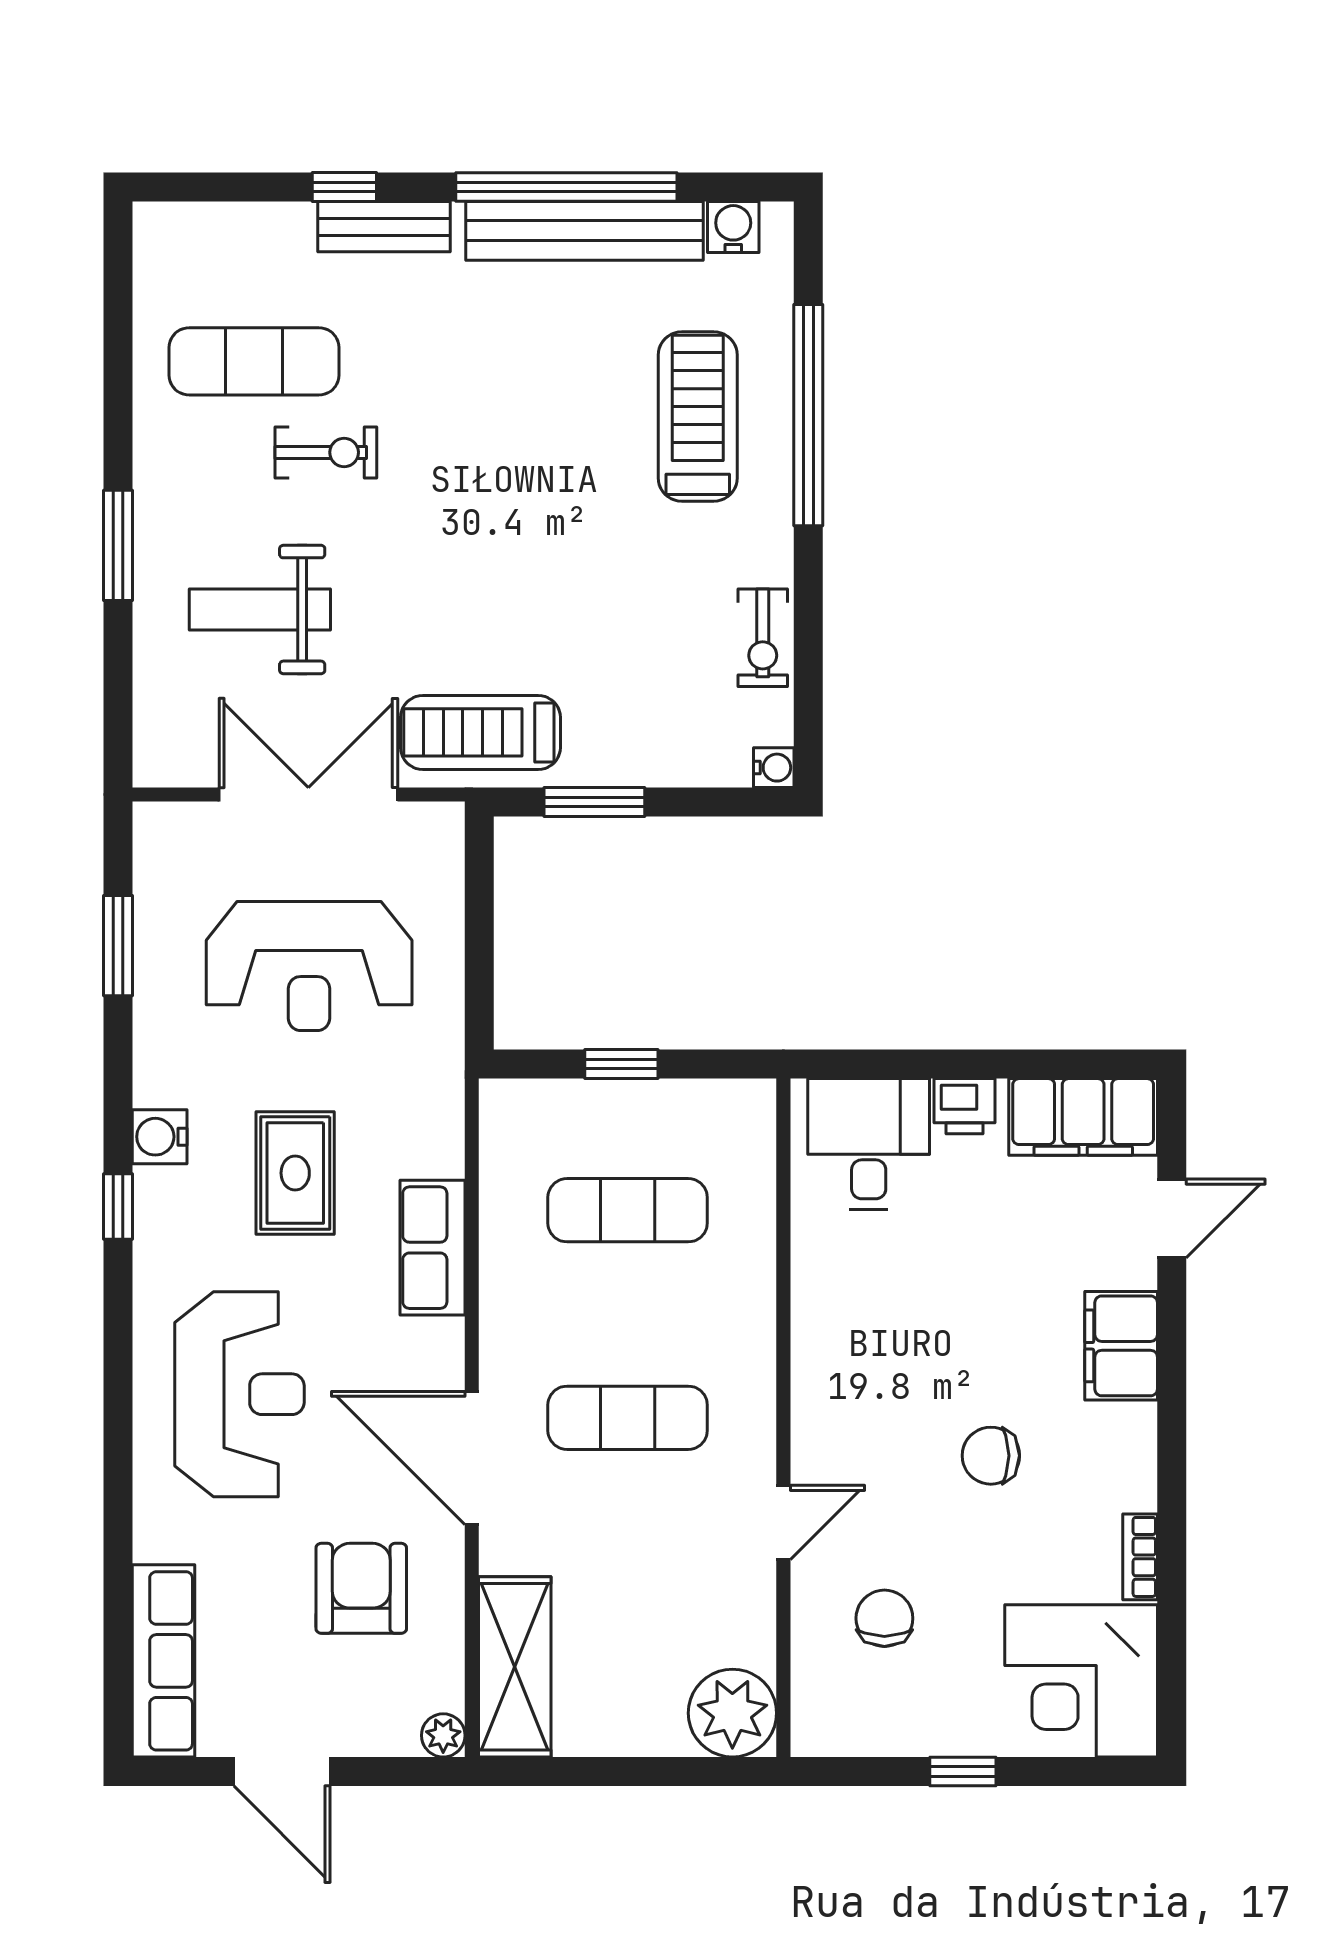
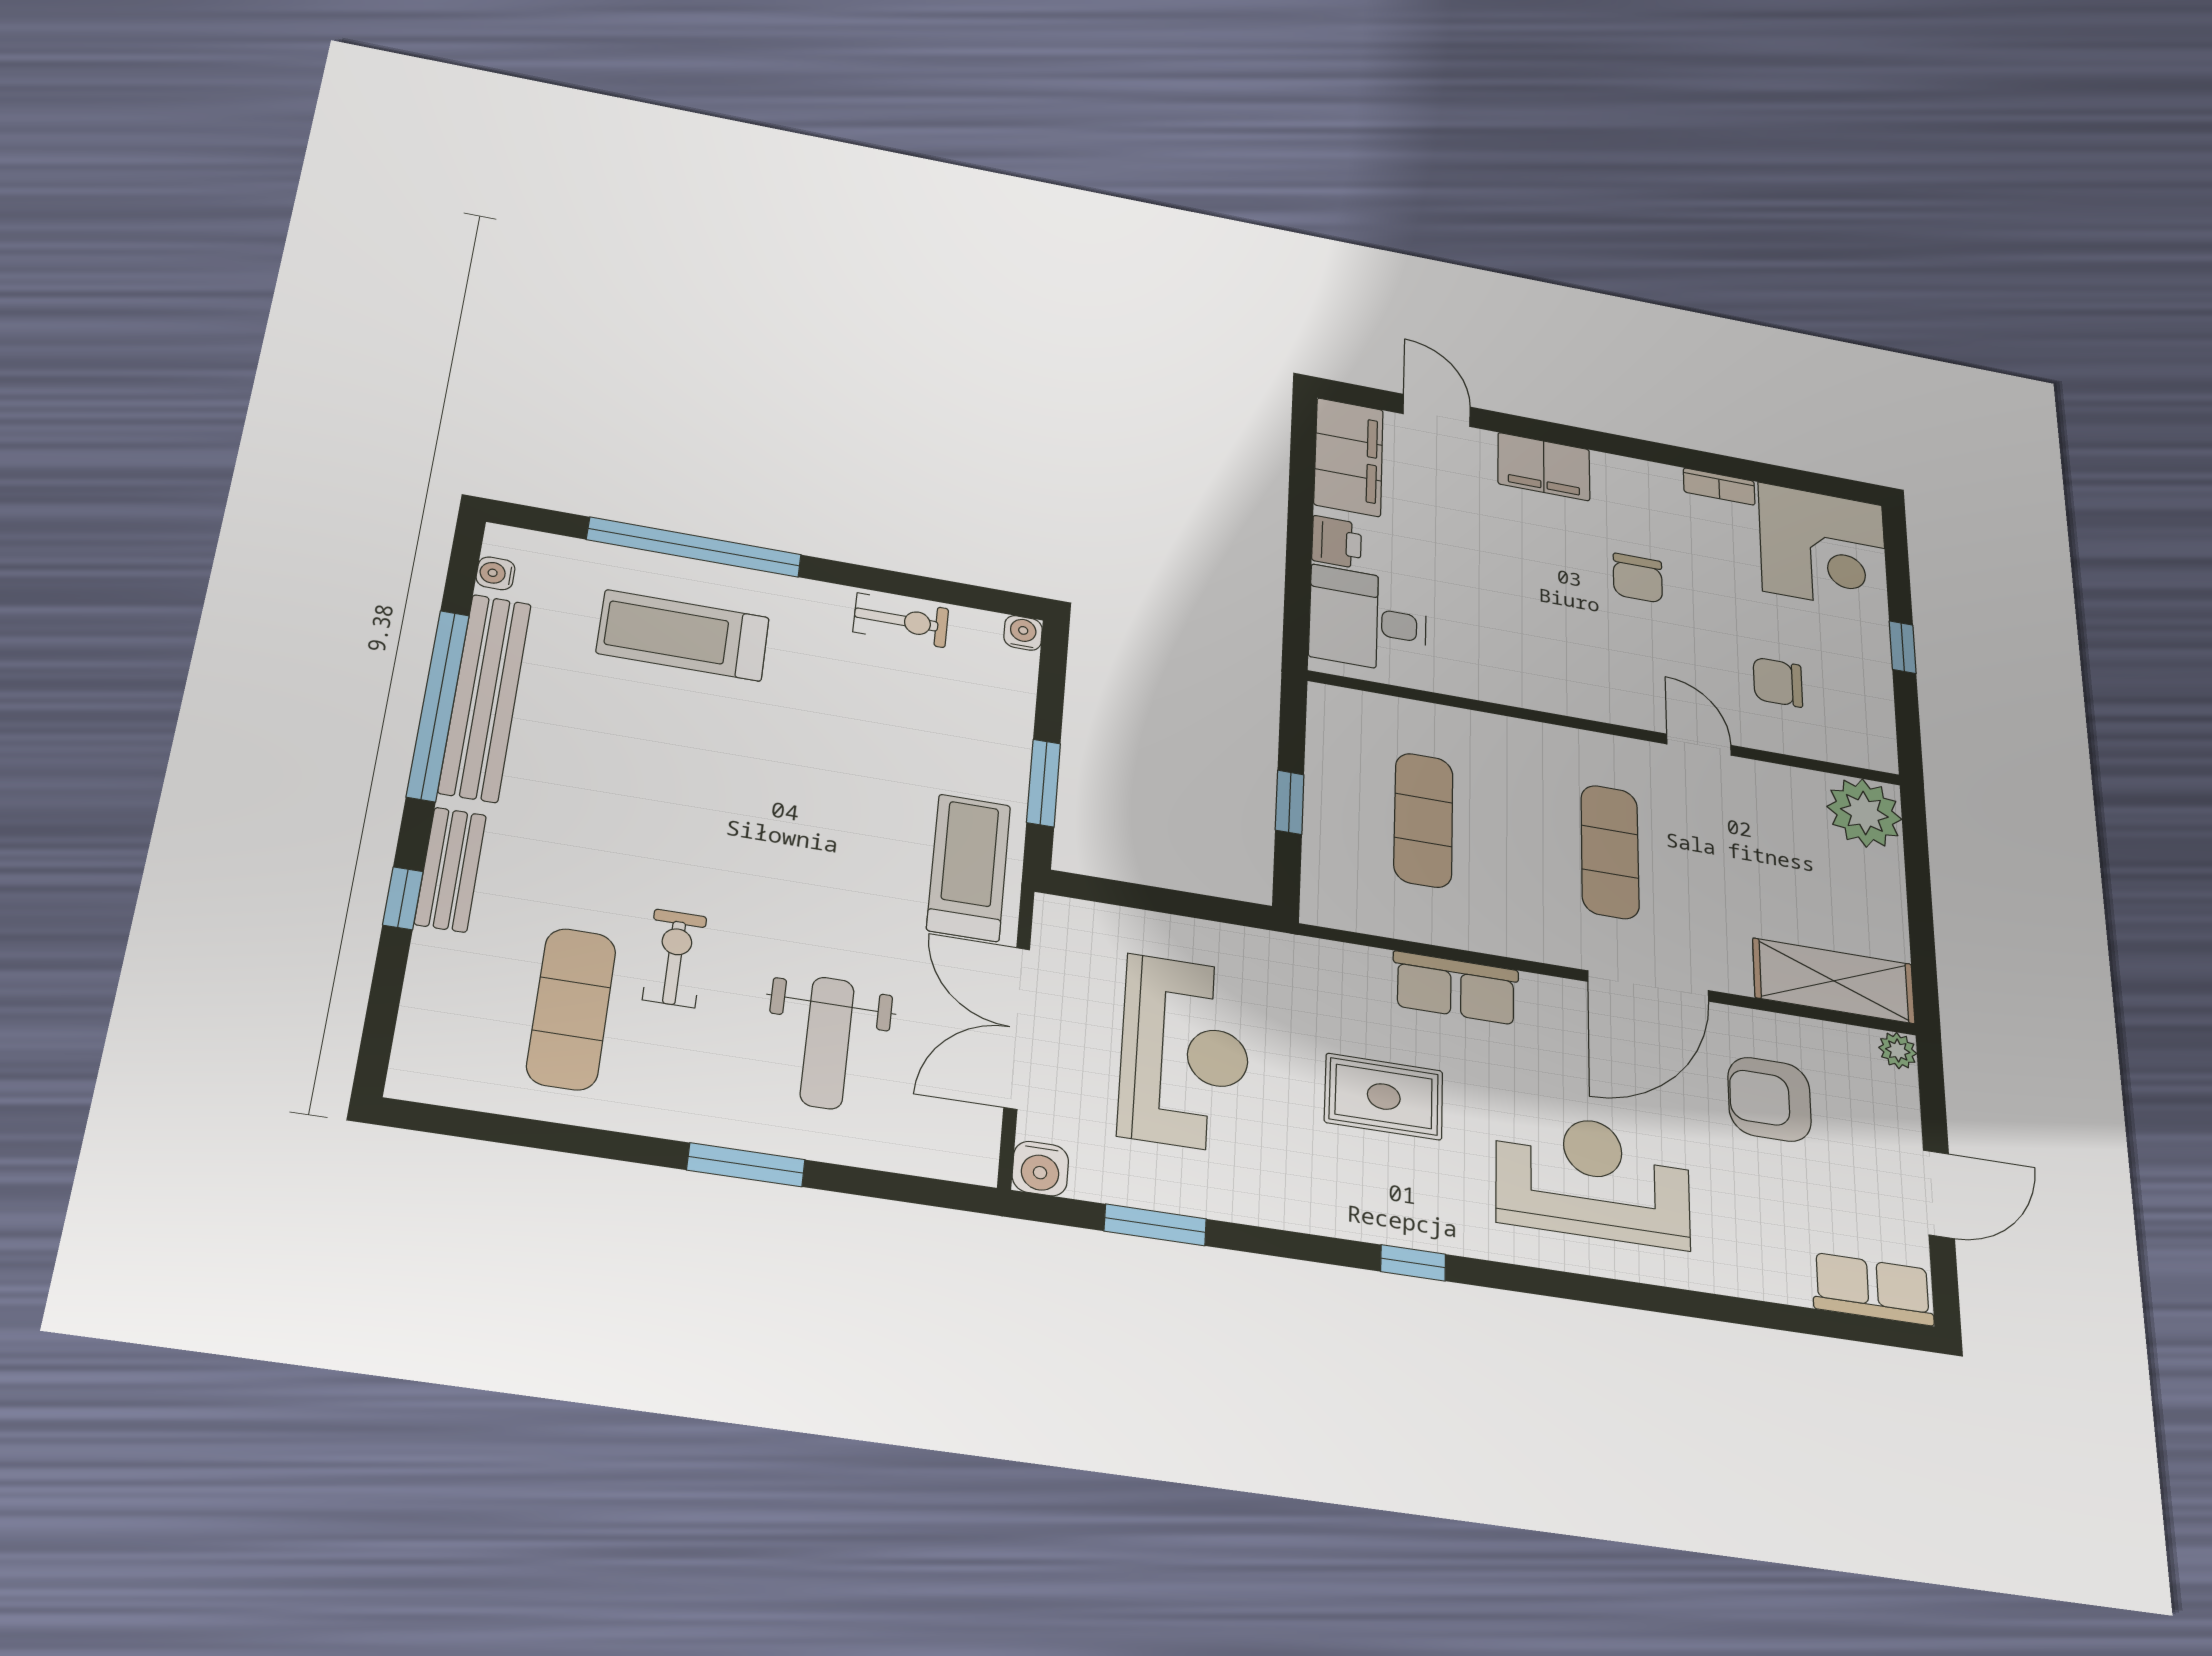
water cooler: (733, 227) -> (496, 573), width x0.72, depth x0.72
treadmill: (480, 732) -> (969, 867), turned 180
water cooler: (160, 1137) -> (1040, 1169), moved
row of seats: (164, 1661) -> (1873, 1289), width x0.68

